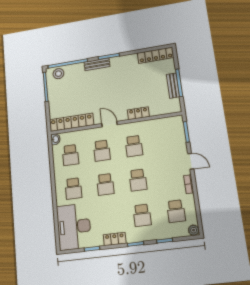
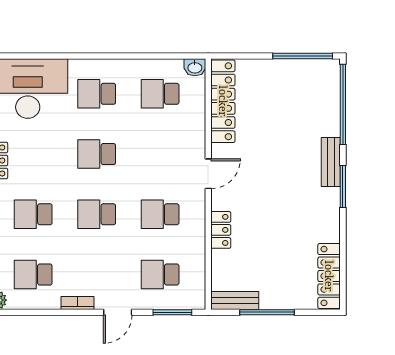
stool: (58, 74) -> (325, 84), removed
bench: (173, 86) -> (235, 300), moved
school desk: (102, 151) -> (160, 275), moved

